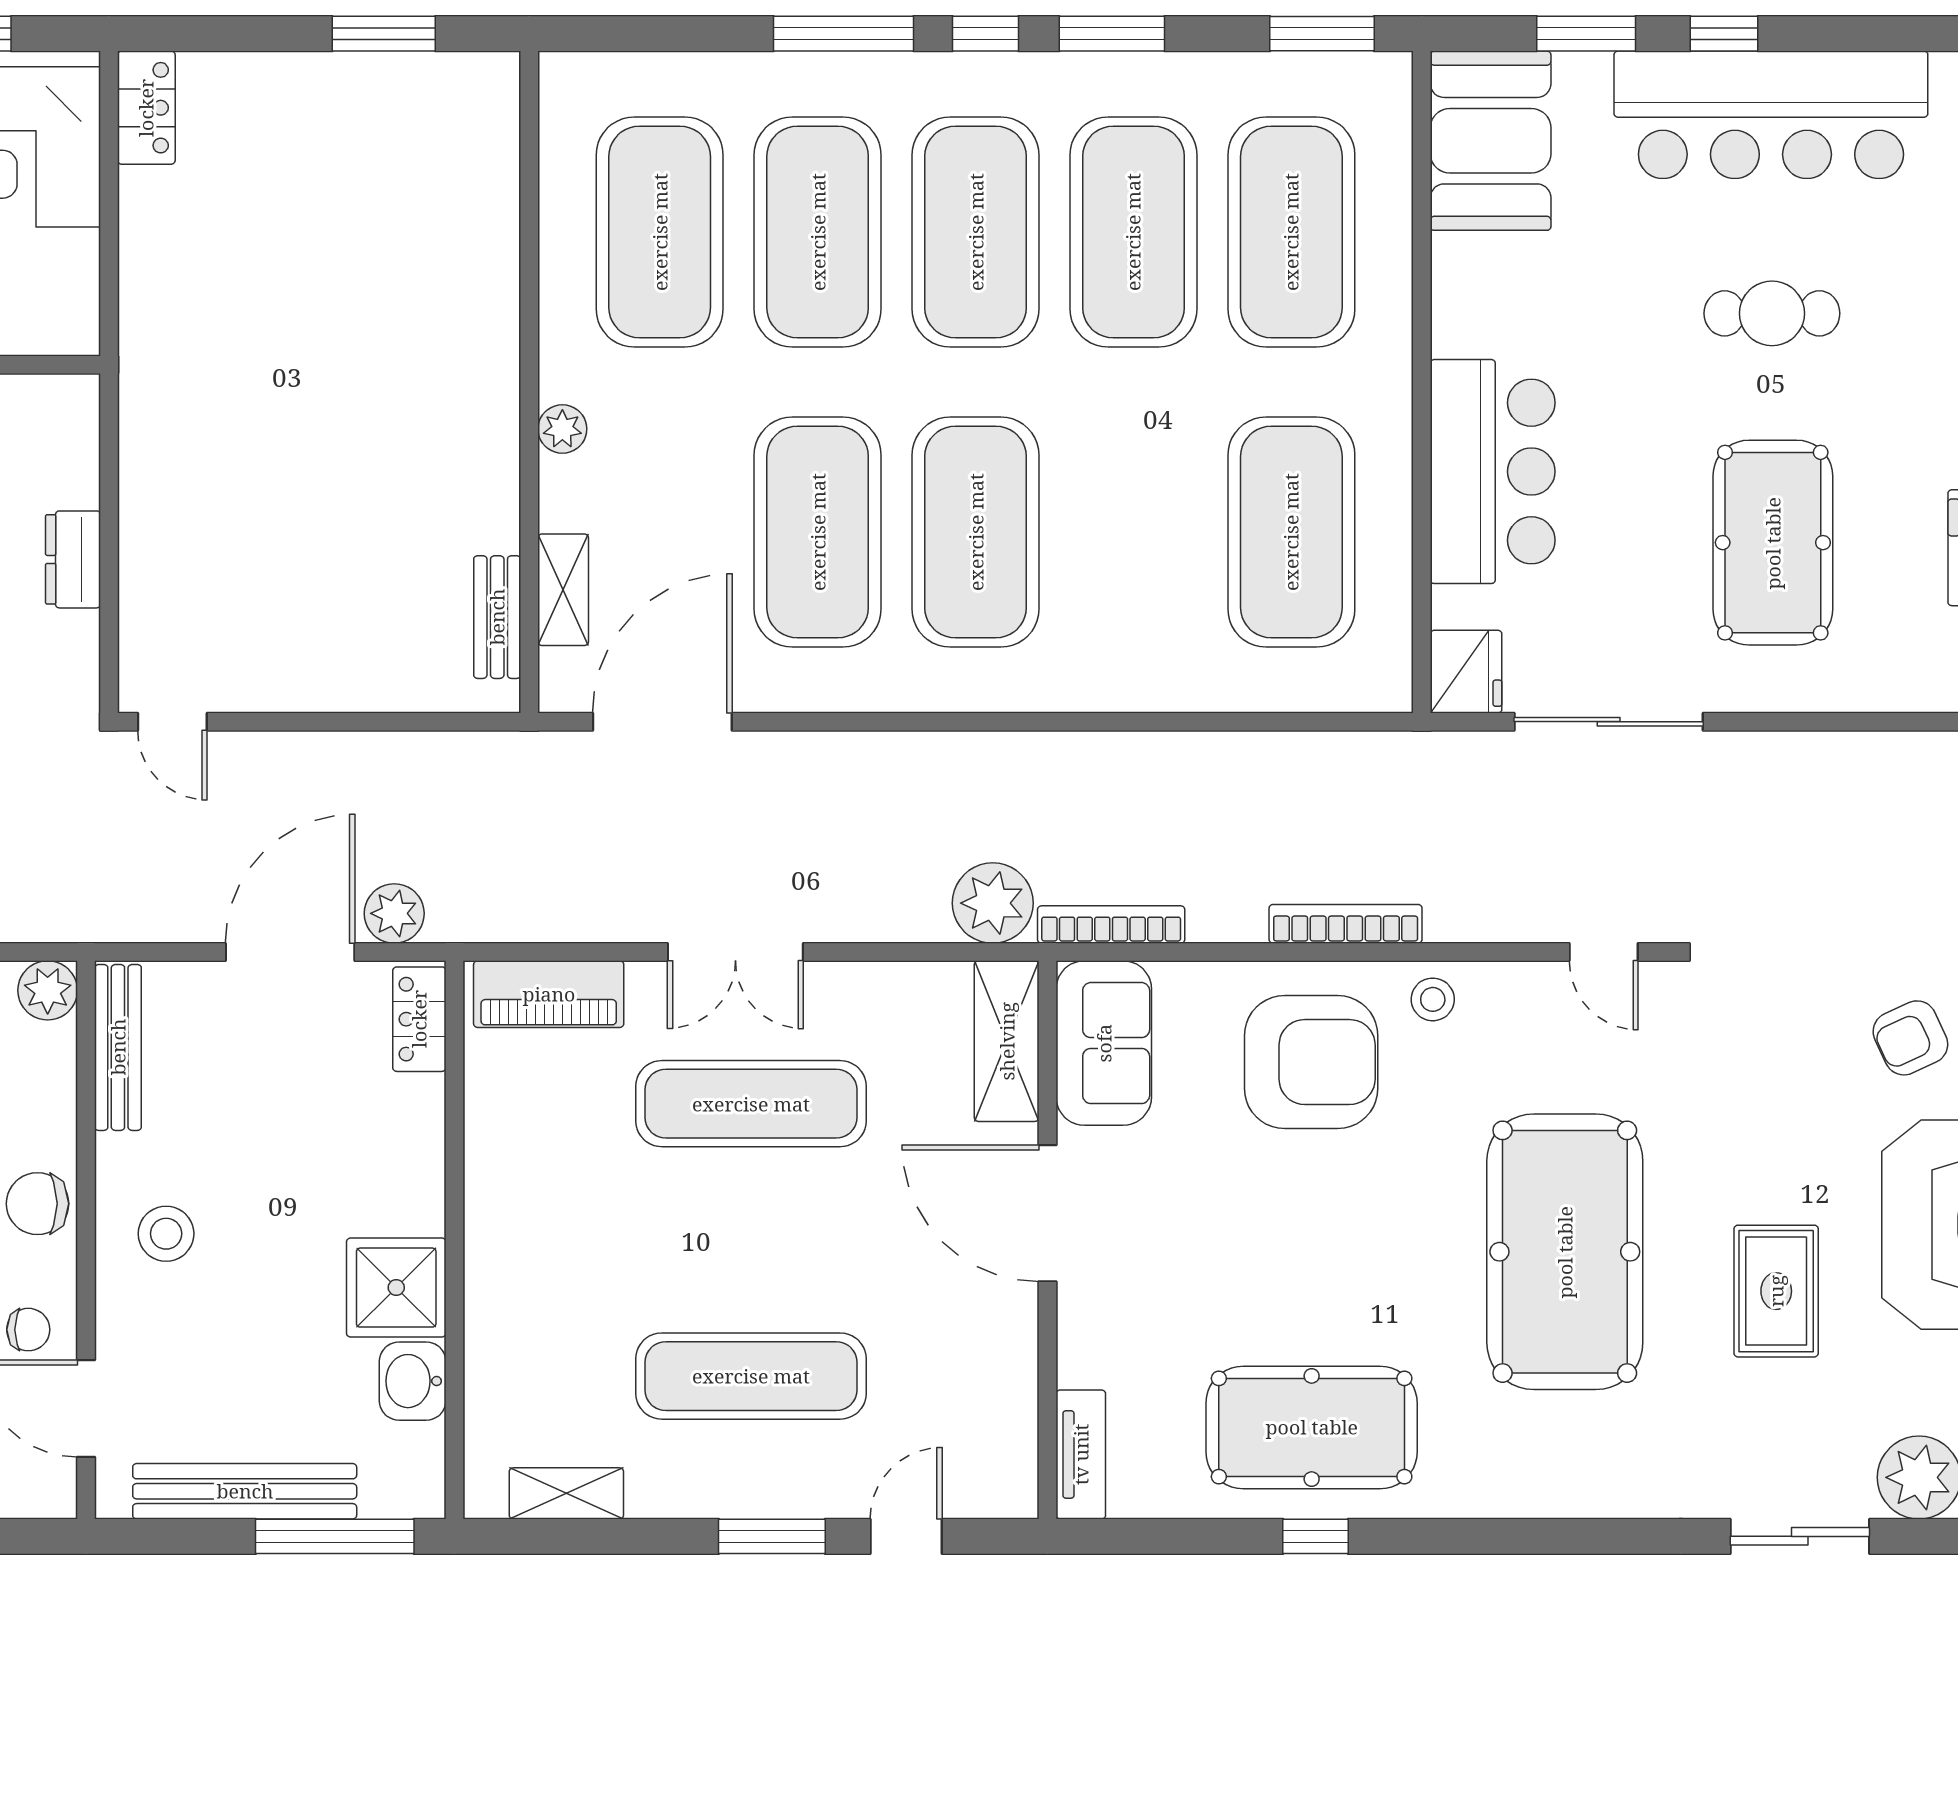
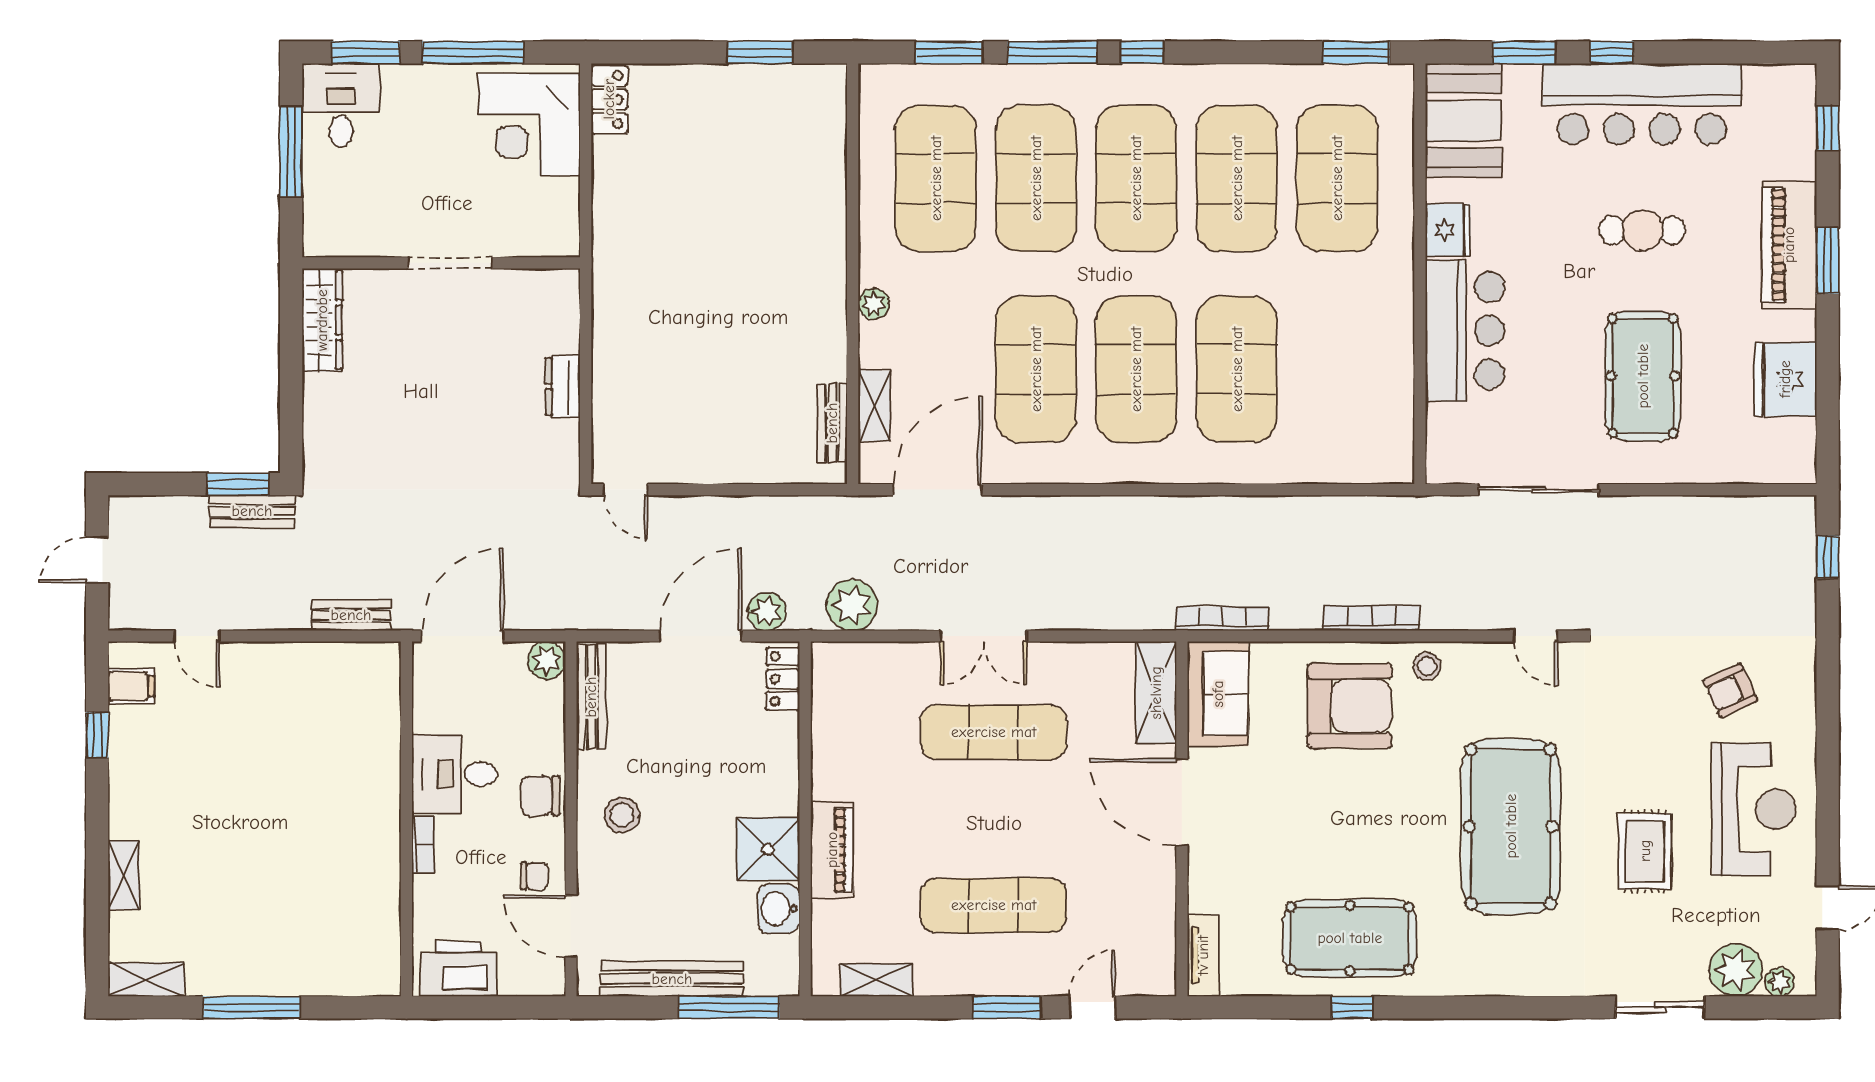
window: (1112, 34) -> (949, 52), moved
exercise mat: (1291, 532) -> (1237, 369), moved
fridge: (1466, 672) -> (1448, 230), moved
plant: (993, 903) -> (852, 605), moved
piano: (549, 994) -> (832, 850), moved, turned -90

